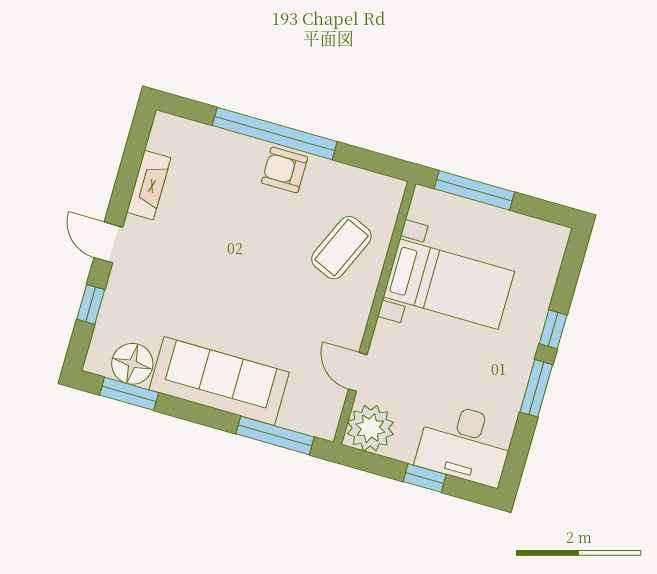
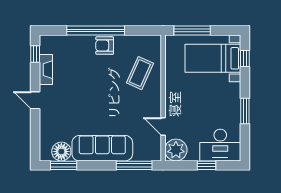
bed with nightstands: (449, 284) -> (213, 58), moved, turned 180
window: (91, 304) -> (35, 54), moved
window: (553, 329) -> (245, 58), moved

